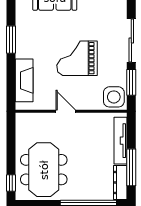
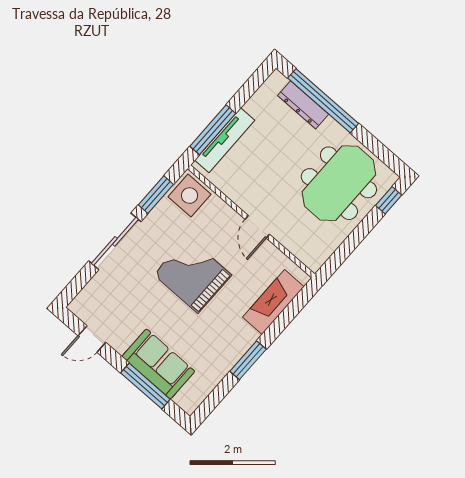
grand piano: (77, 58) -> (193, 275), turned 180
window: (131, 167) -> (213, 130), moved
dresser: (120, 182) -> (303, 105), moved, turned 90

